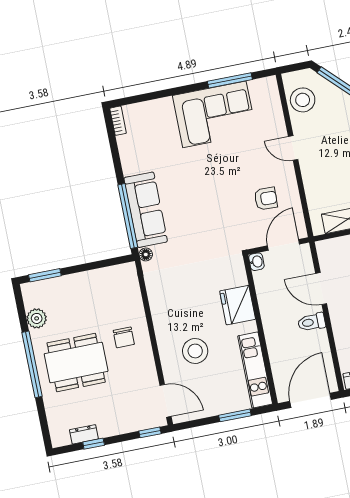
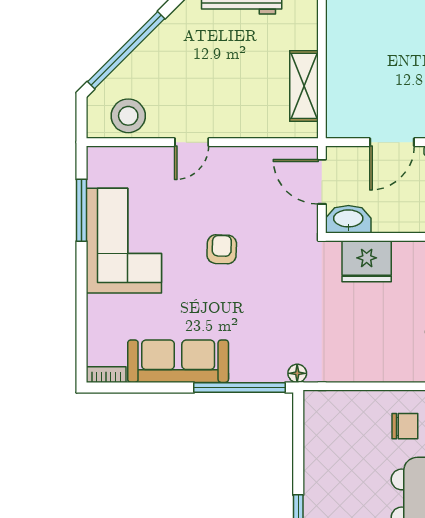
armchair: (266, 199) -> (222, 249), moved
sofa: (146, 210) -> (178, 361), moved
washbasin: (256, 262) -> (348, 219), width x1.91, depth x1.45
fridge: (238, 305) -> (367, 261), moved

